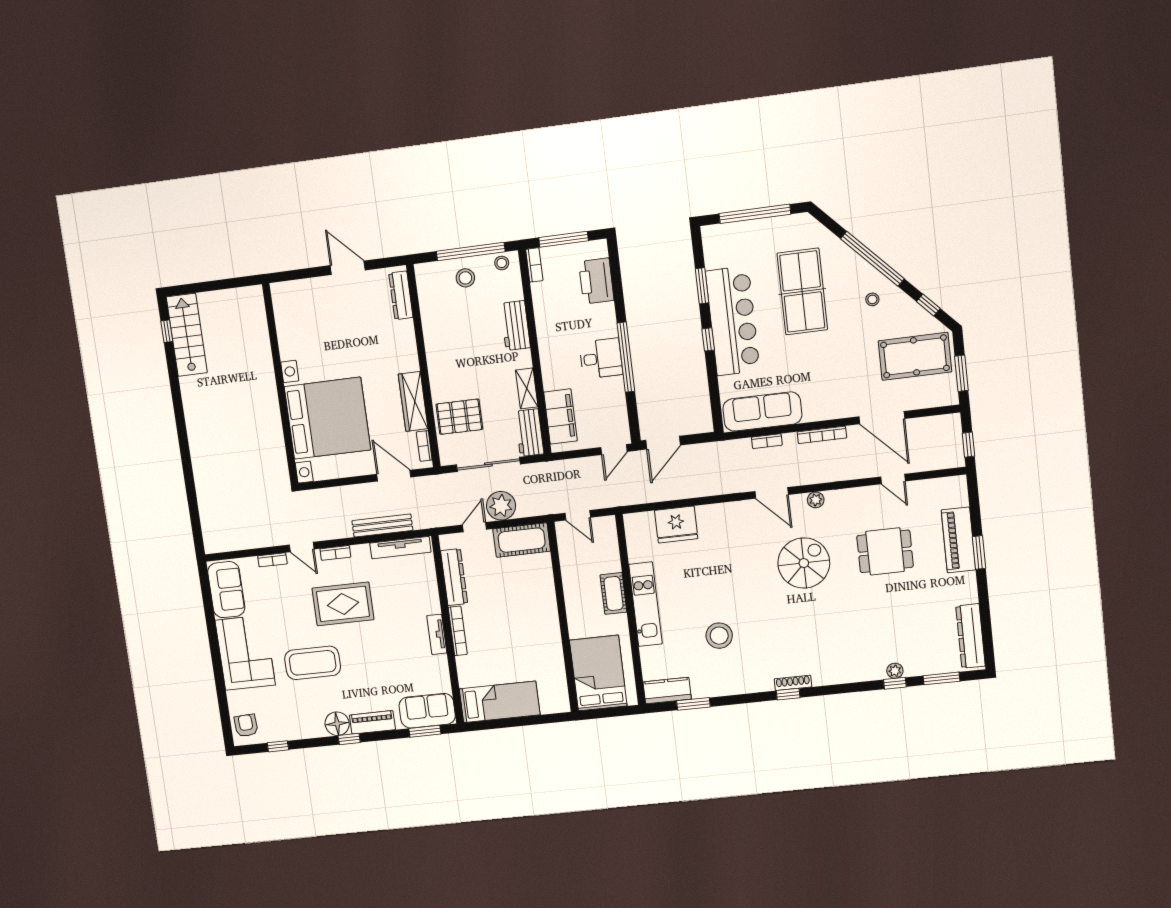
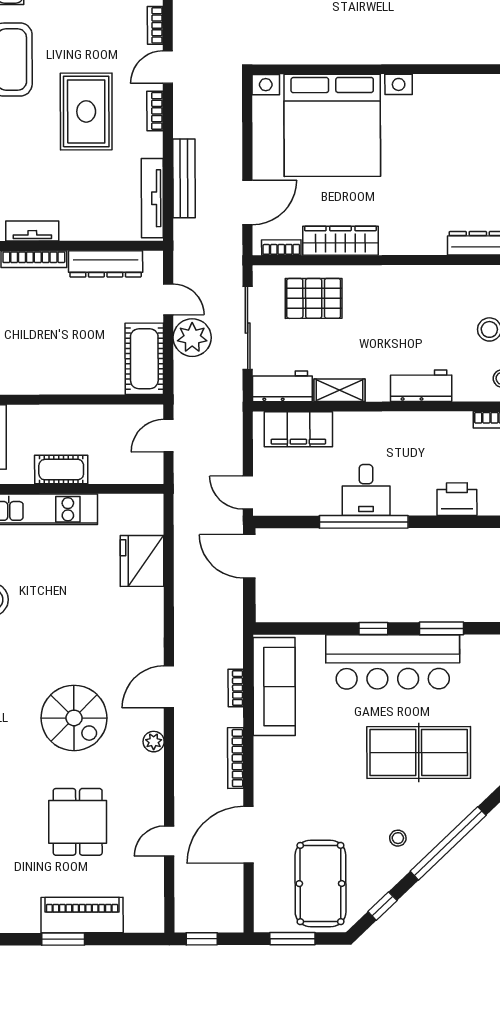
printer: (596, 281) -> (457, 499), width x0.73, depth x0.84
pallet: (459, 417) -> (314, 298), turned 90

